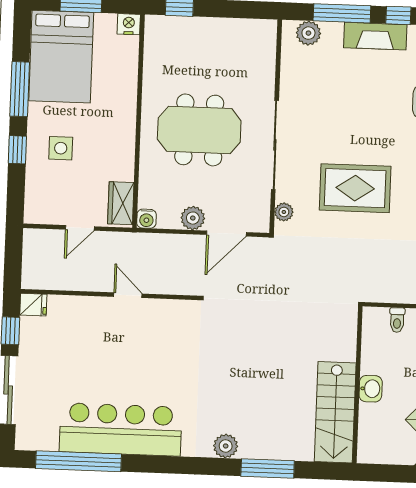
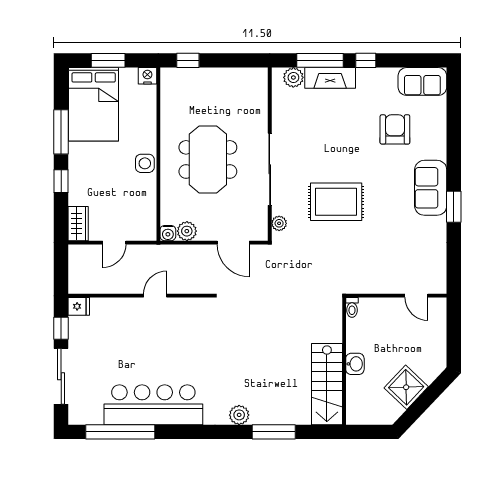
fireplace: (375, 36) -> (330, 78), moved
meeting table: (199, 130) -> (208, 159), turned 90
side table: (61, 148) -> (145, 163), moved
wardrobe: (121, 203) -> (78, 224), moved, turned 180
plant: (193, 218) -> (187, 231), moved
door: (226, 234) -> (233, 243), hinge flipped
door: (128, 295) -> (155, 296), hinge flipped
toilet: (397, 320) -> (352, 307), moved

